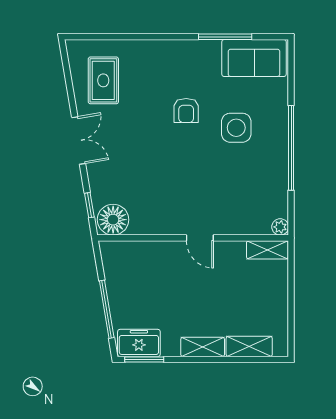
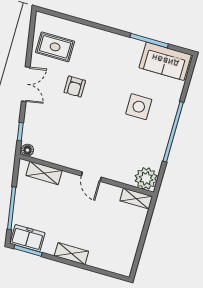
rug: (103, 80) -> (55, 47), turned 90
armchair: (186, 111) -> (75, 87), moved
floor lamp: (113, 220) -> (27, 150), width x0.53, depth x0.53
plant: (280, 227) -> (146, 178), width x1.88, depth x1.88
shelving: (249, 346) -> (44, 173), moved

